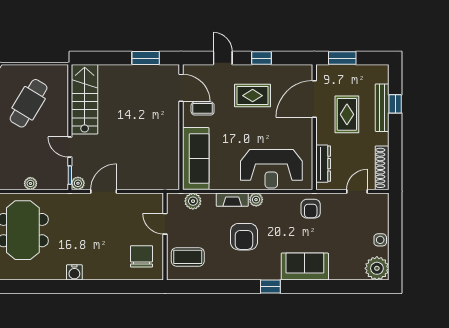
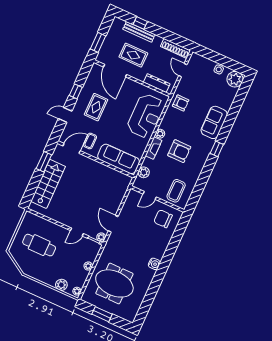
stairs: (85, 99) -> (48, 184), moved, turned 90
cafe table: (29, 103) -> (39, 245), turned -31

